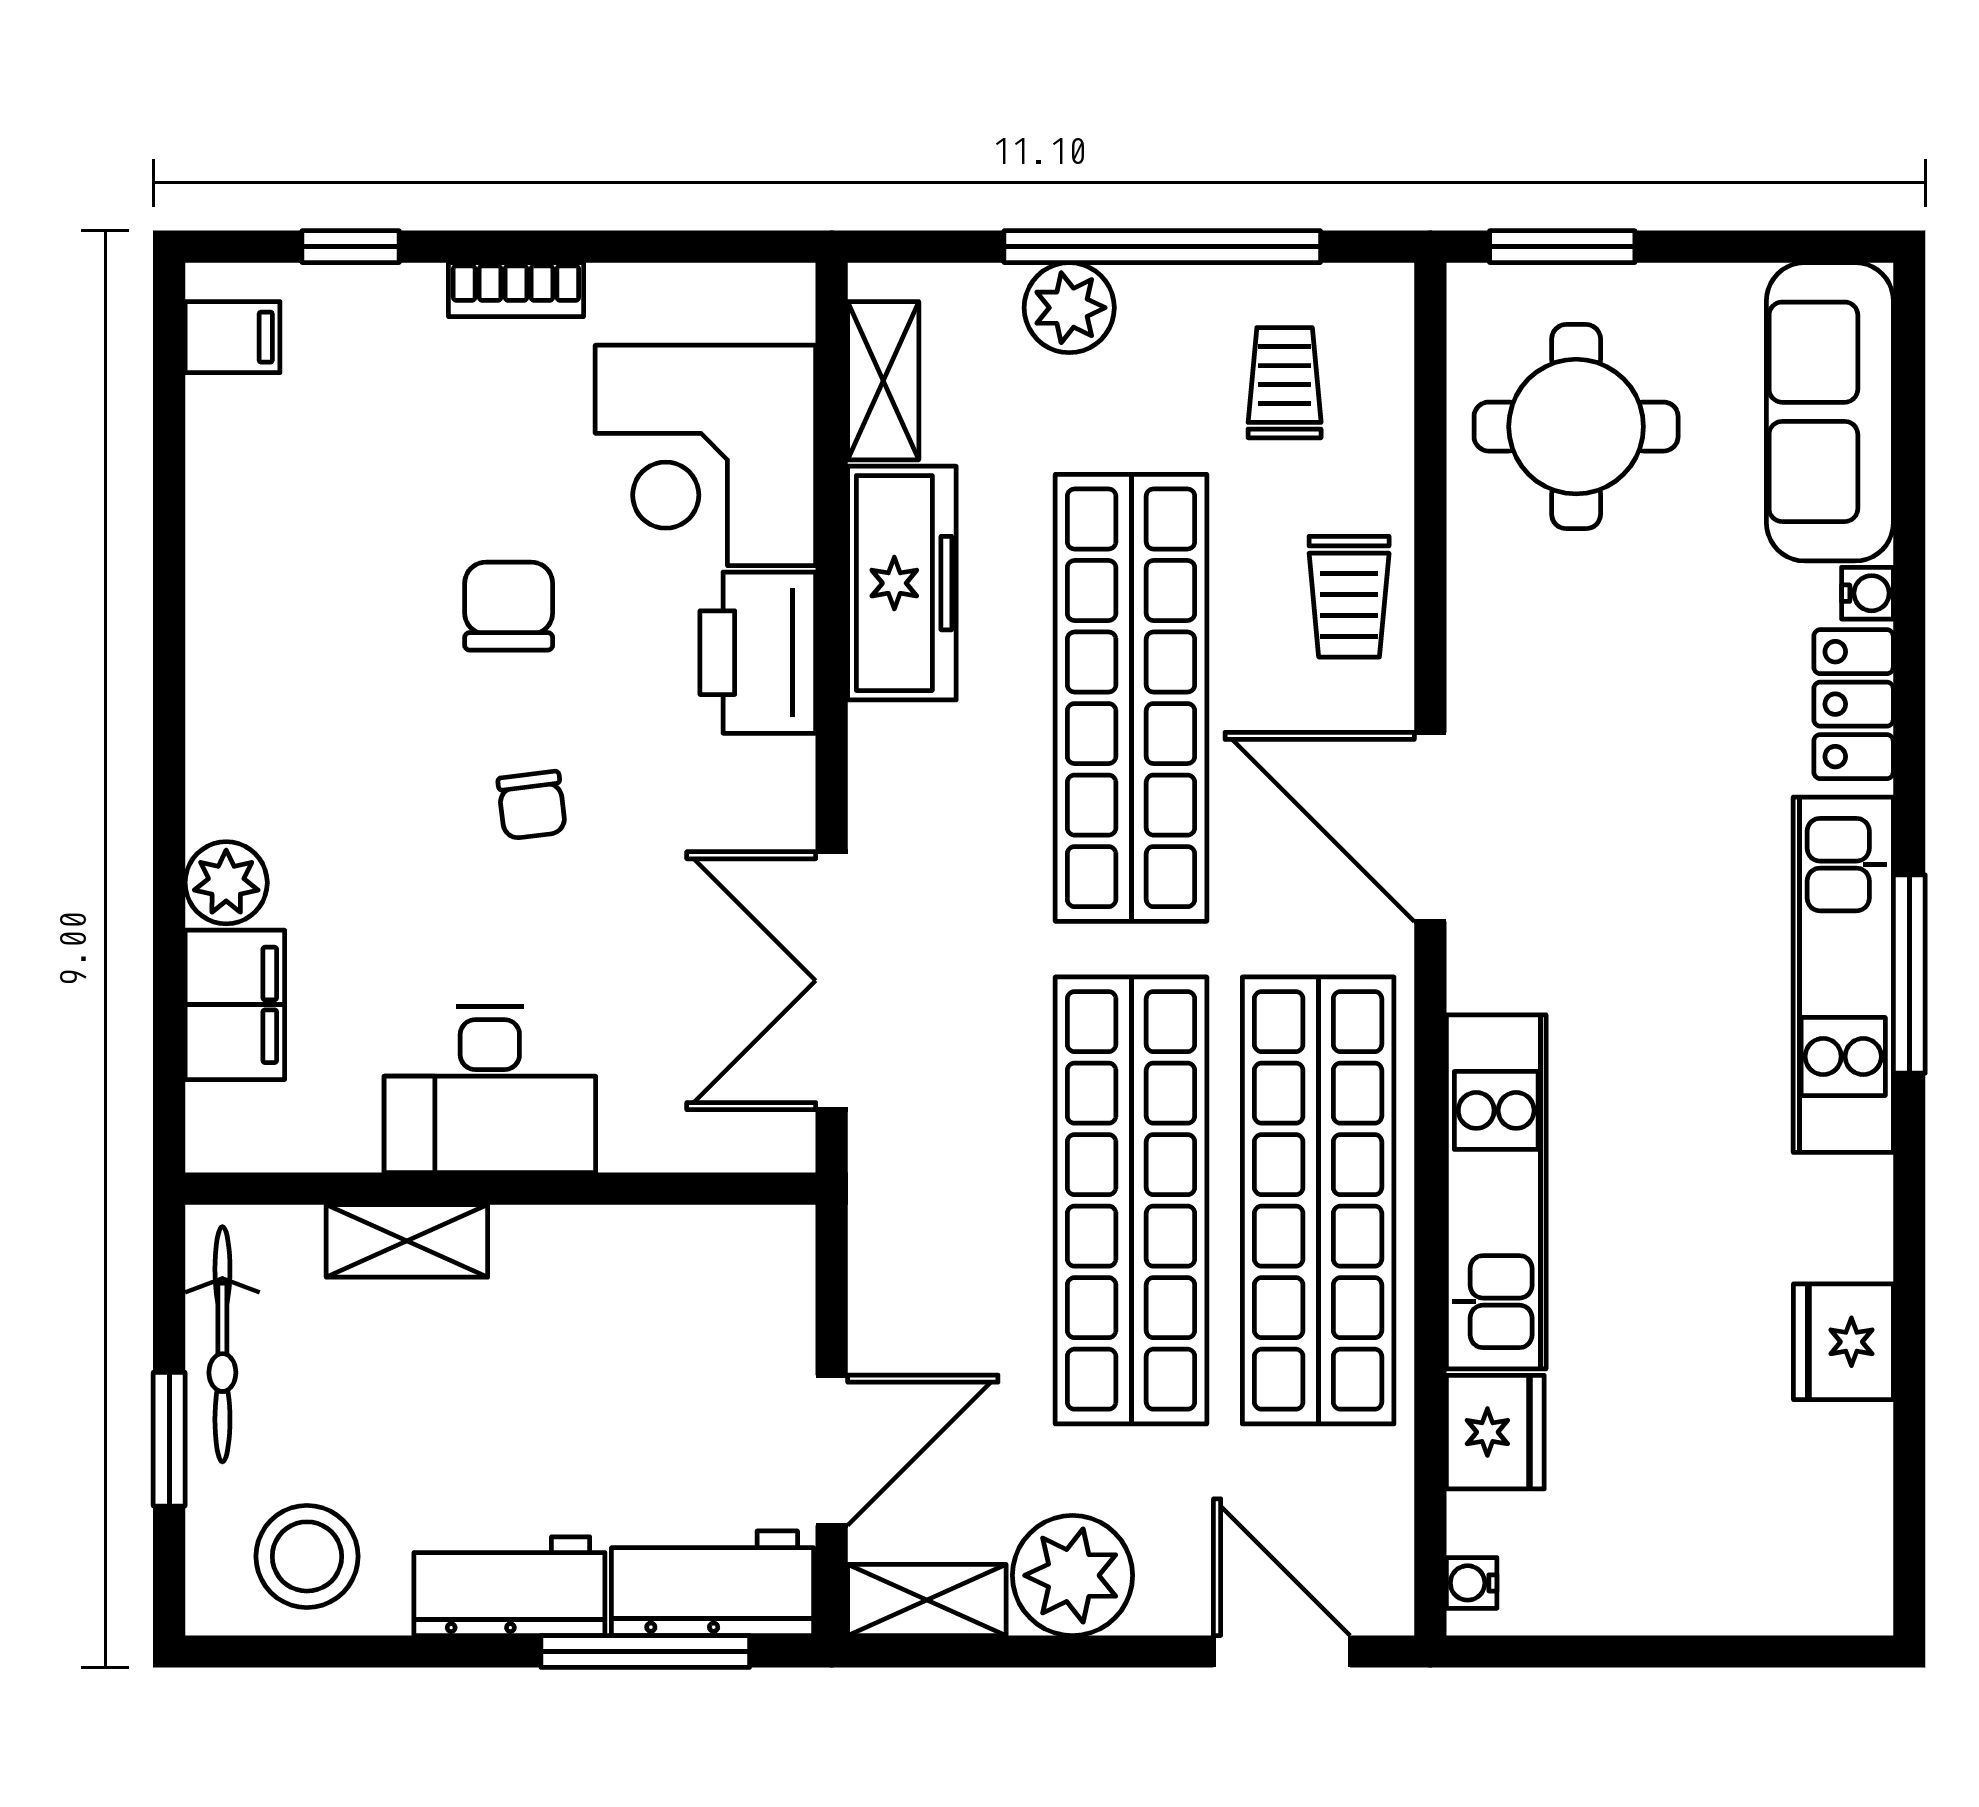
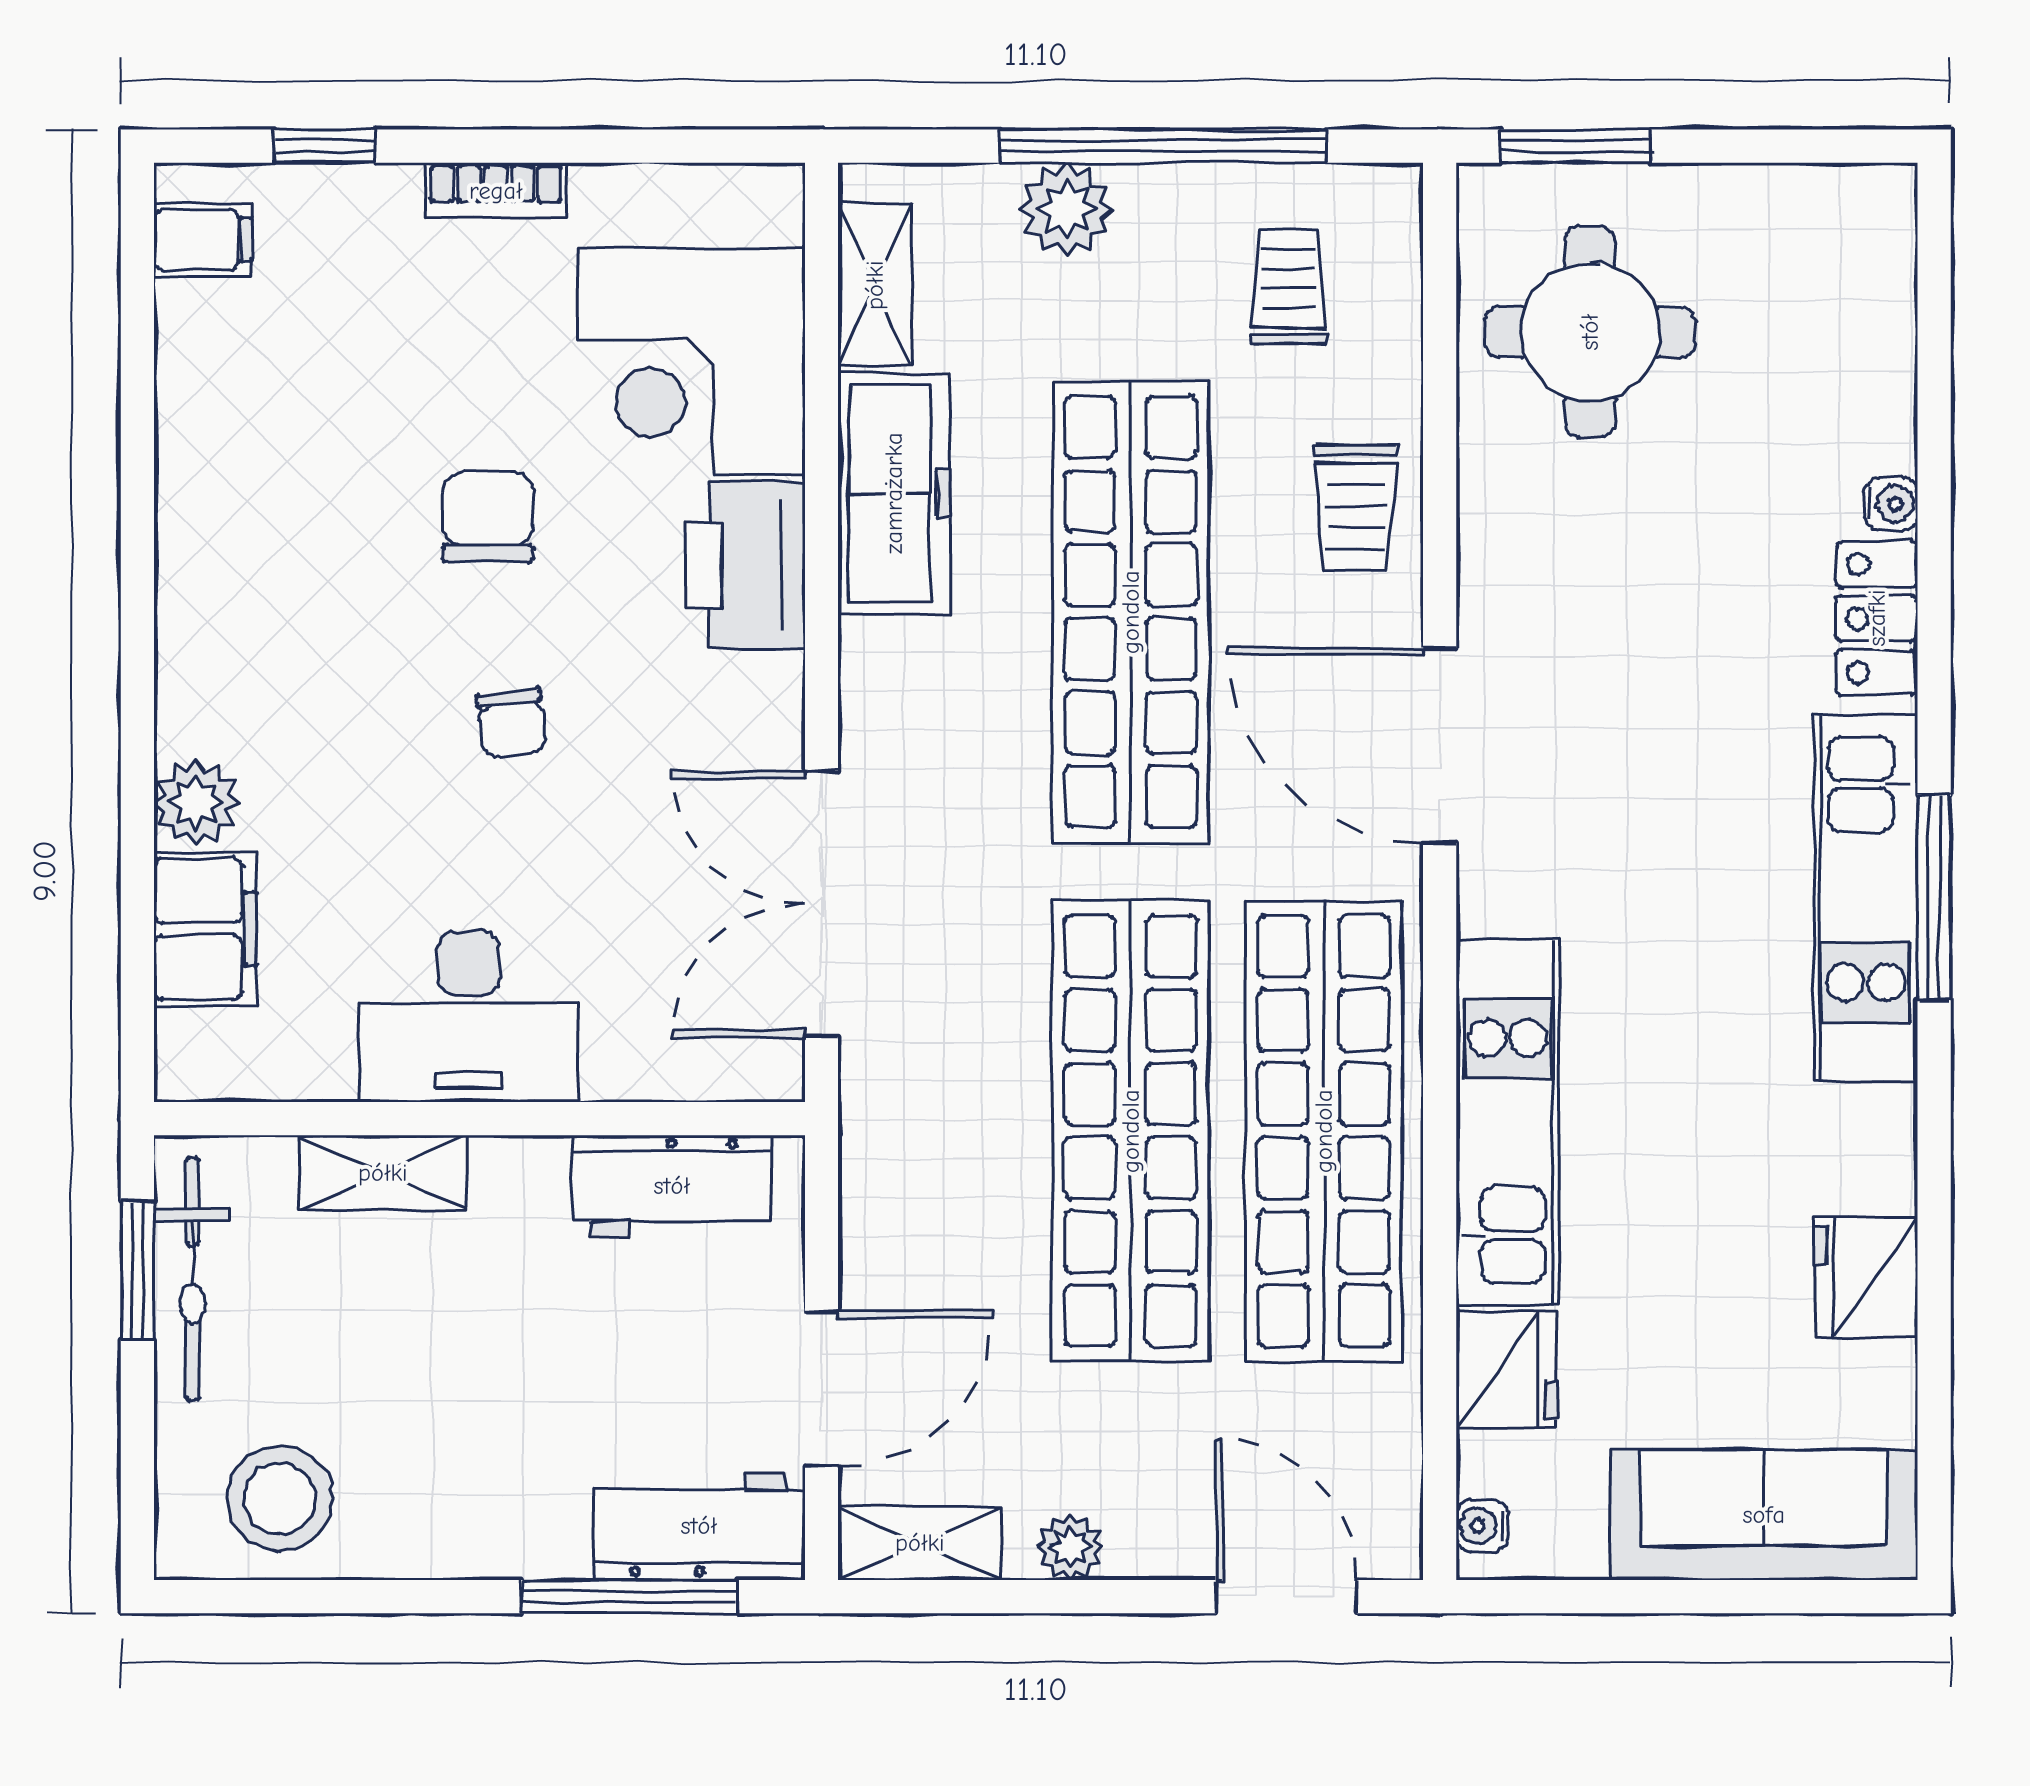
sofa: (1830, 412) -> (1764, 1515), moved, turned 90
window: (169, 1439) -> (137, 1270), moved
plant: (1072, 1575) -> (1070, 1547), width x0.53, depth x0.53
workbench: (509, 1586) -> (672, 1186), moved, turned 180

